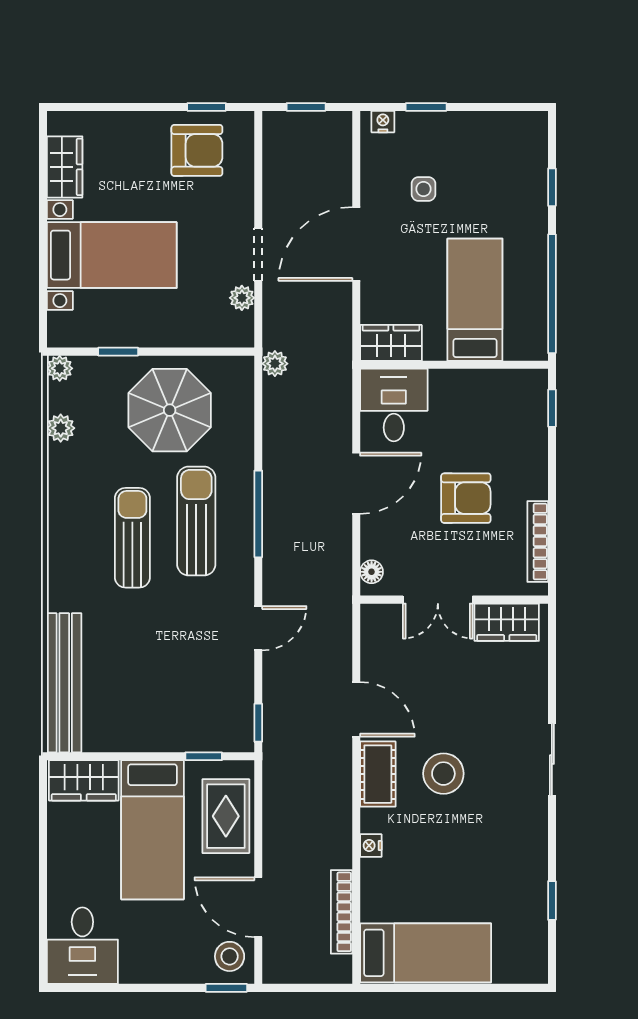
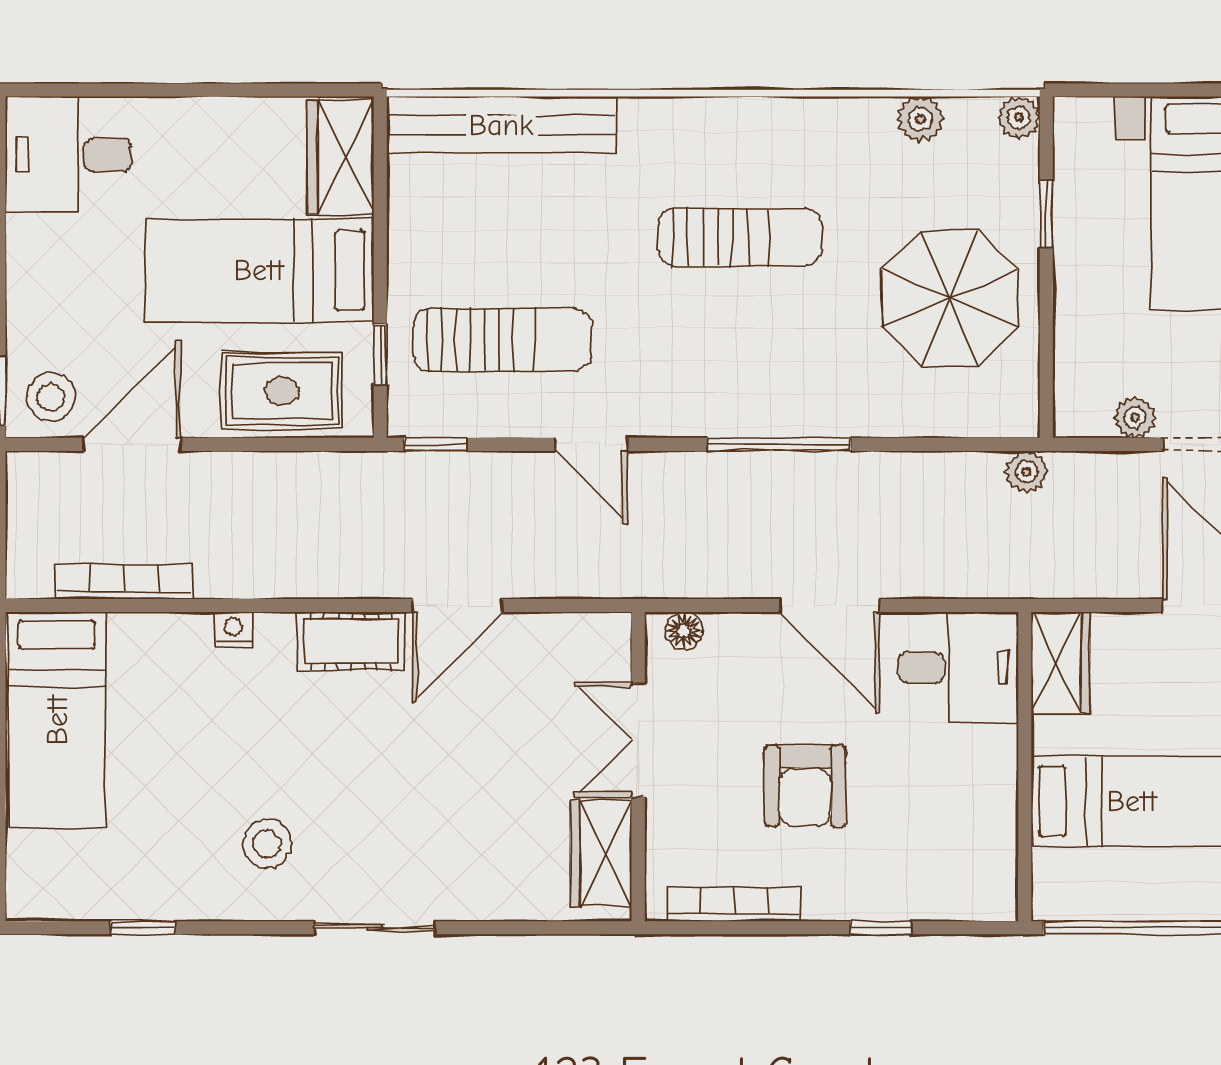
window: (552, 408) -> (881, 928), moved
sun lounger: (196, 521) -> (502, 340), moved
stool: (443, 774) -> (267, 844), moved, width x0.73, depth x0.73

